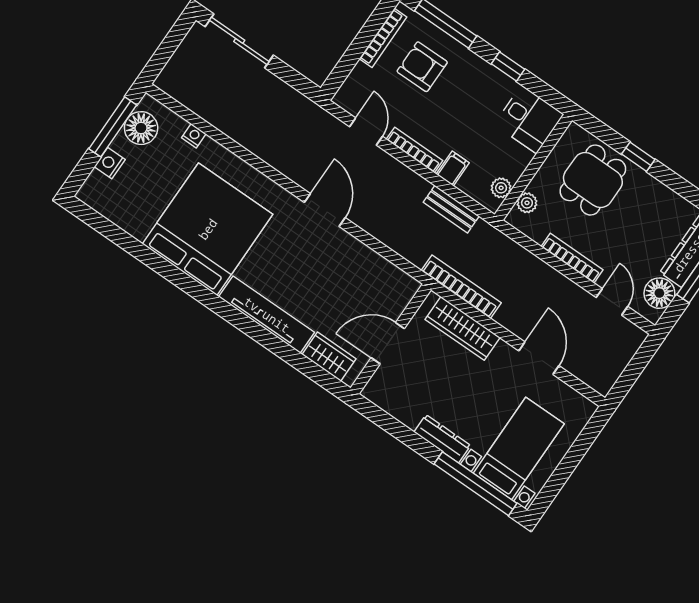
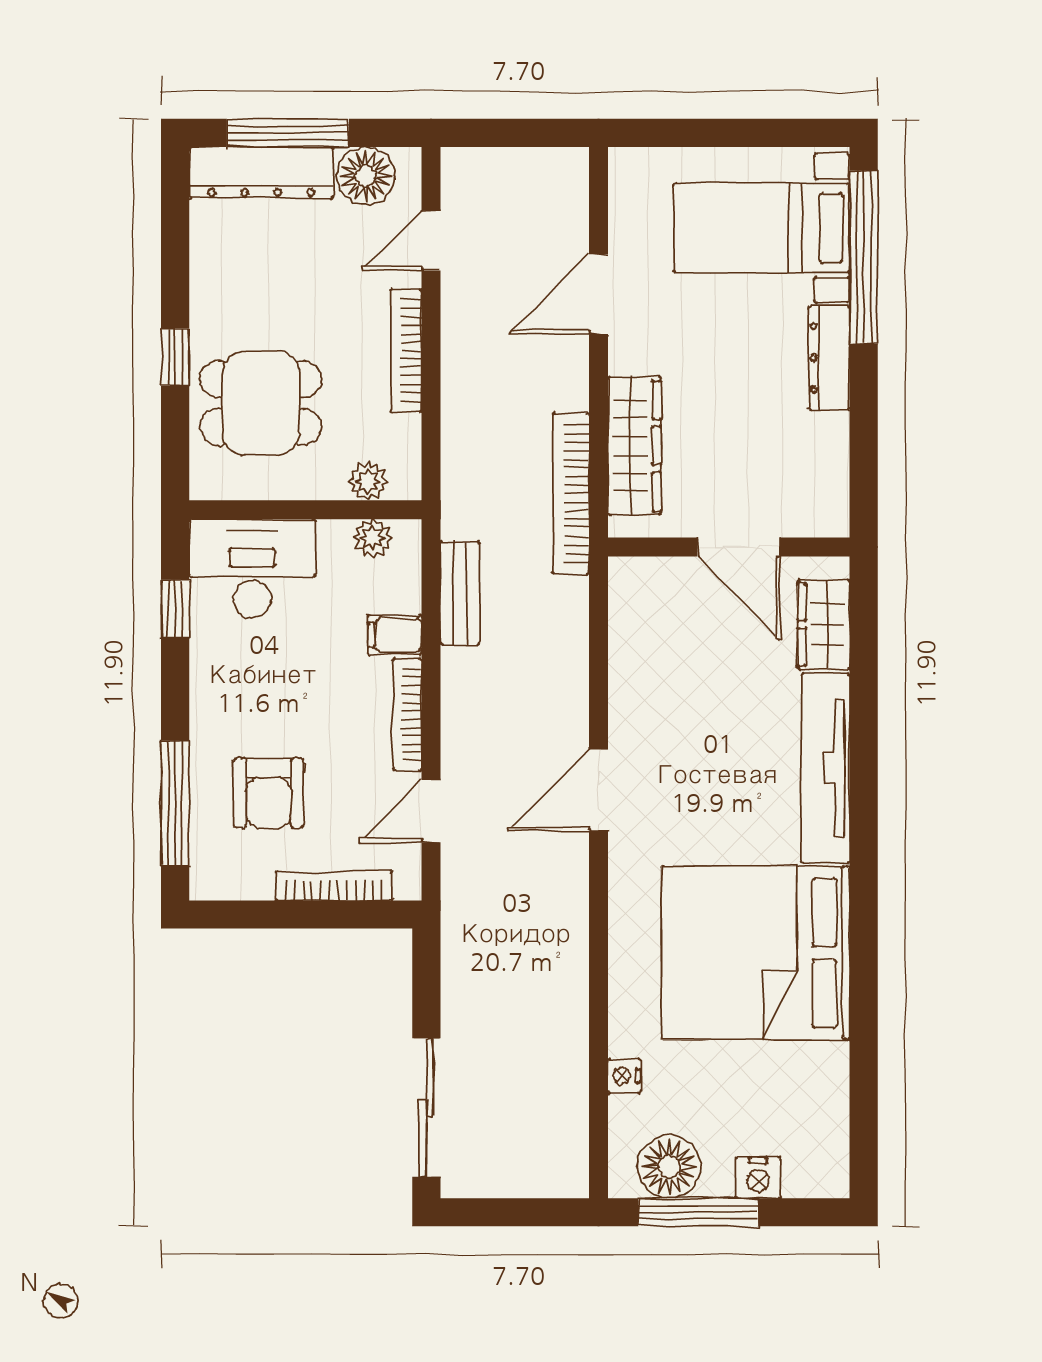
bookcase: (383, 38) -> (334, 886), moved
window: (508, 67) -> (175, 609), moved
desk: (529, 119) -> (252, 569), width x1.37

